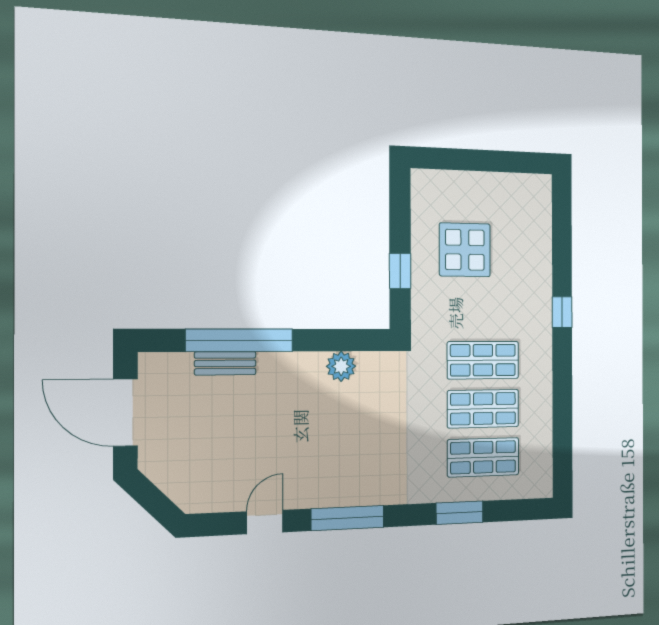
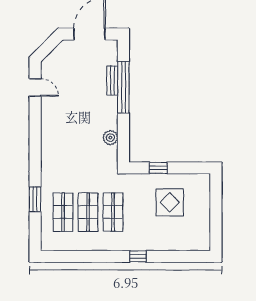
window: (348, 518) -> (35, 141), removed
door: (265, 522) -> (35, 87), moved

